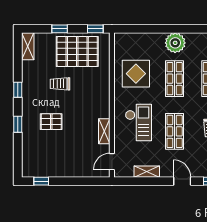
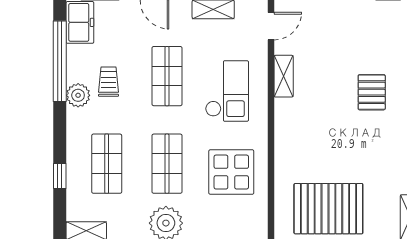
trolley: (60, 84) -> (357, 155), removed
pallet: (51, 122) -> (372, 92), turned 90
checkout: (138, 122) -> (227, 91), turned 180

